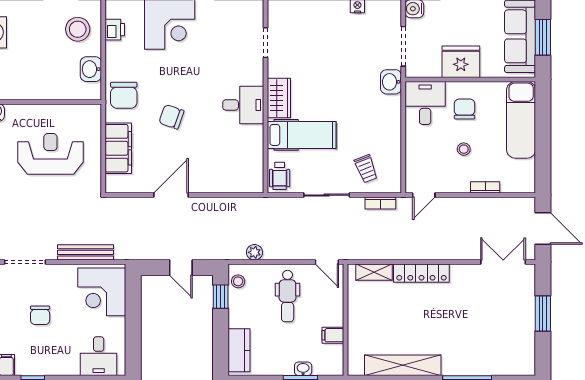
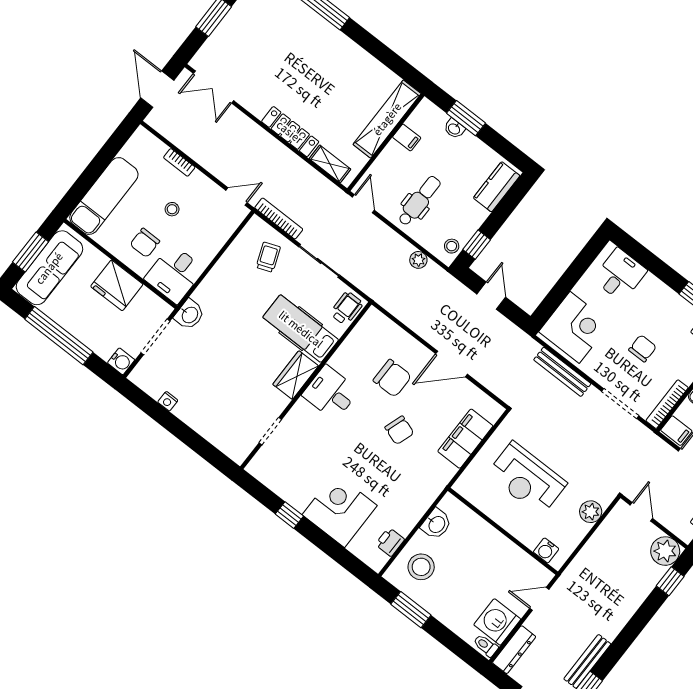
chair: (124, 95) -> (392, 378), moved, turned 90
bookcase: (380, 203) -> (279, 219), width x1.56
shelving: (403, 365) -> (387, 119), moved, turned 90

